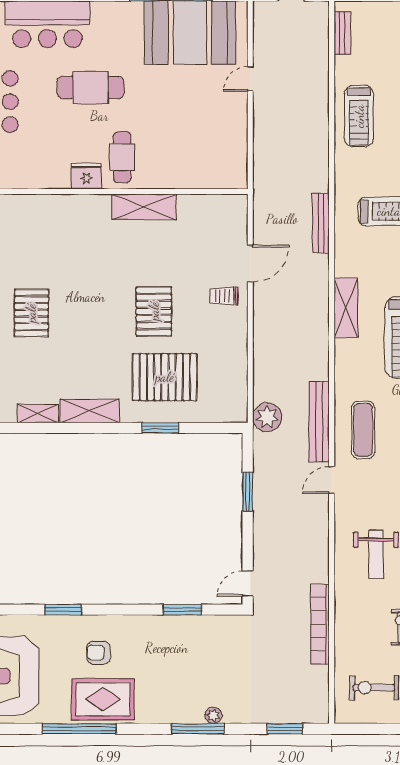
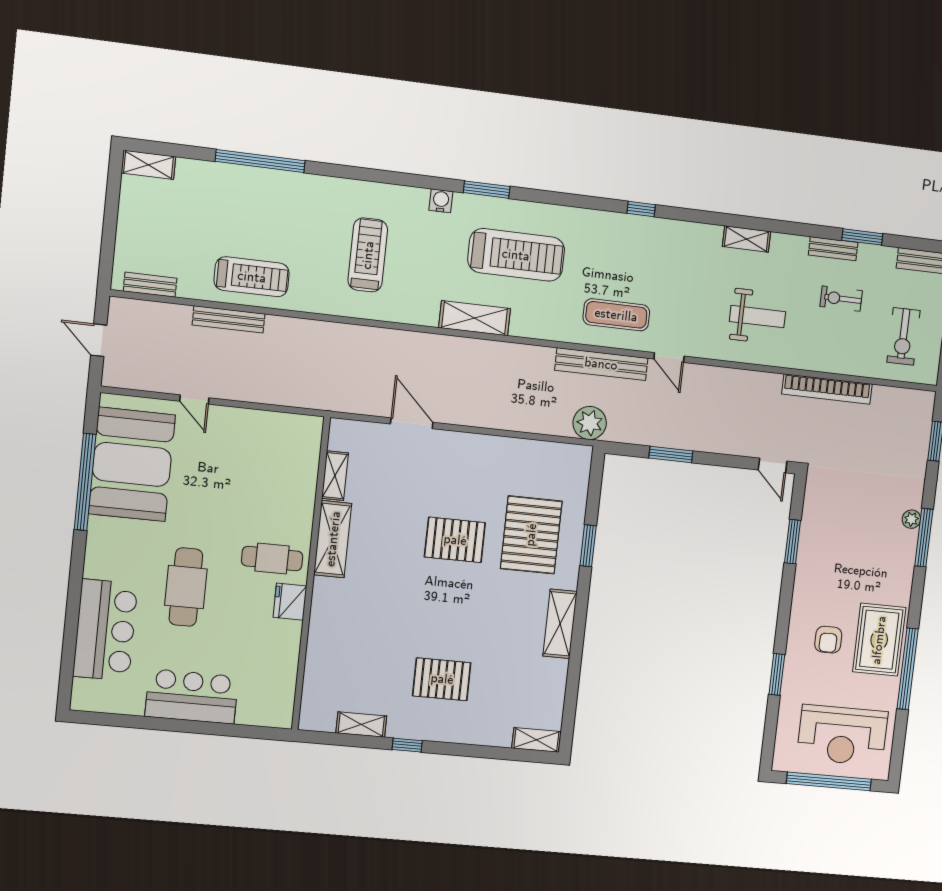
bench: (321, 223) -> (229, 319), moved
trolley: (224, 296) -> (446, 458), removed
shelving: (38, 414) -> (335, 476), moved

